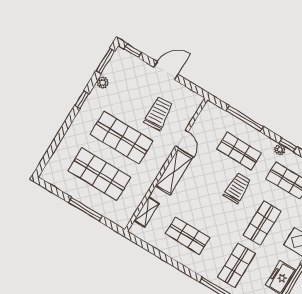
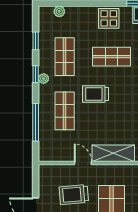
door: (182, 139) -> (83, 163), hinge flipped

